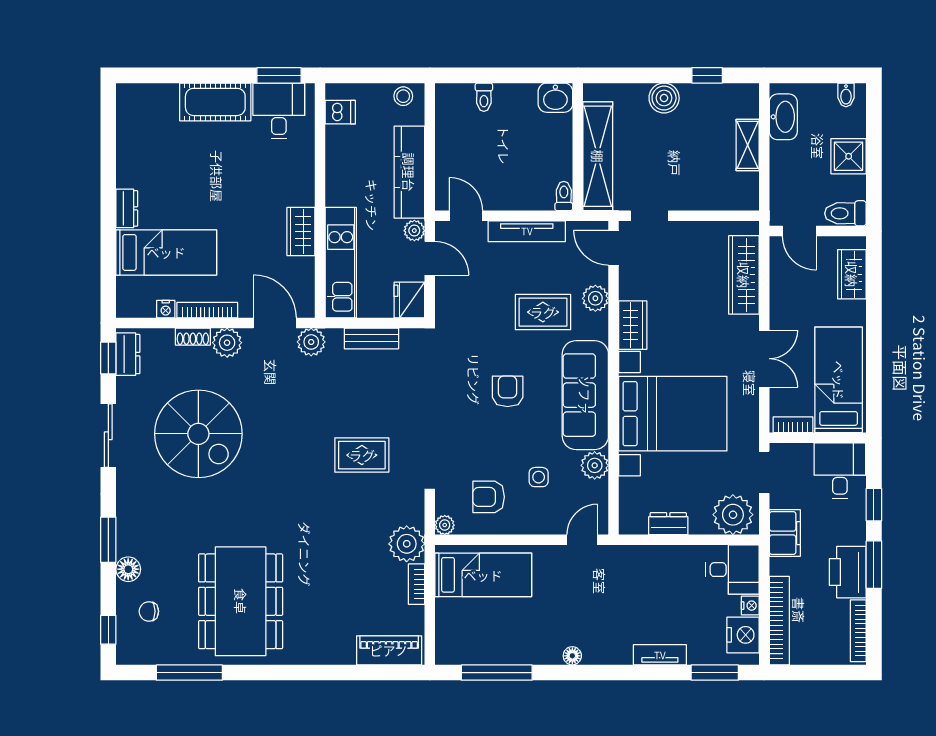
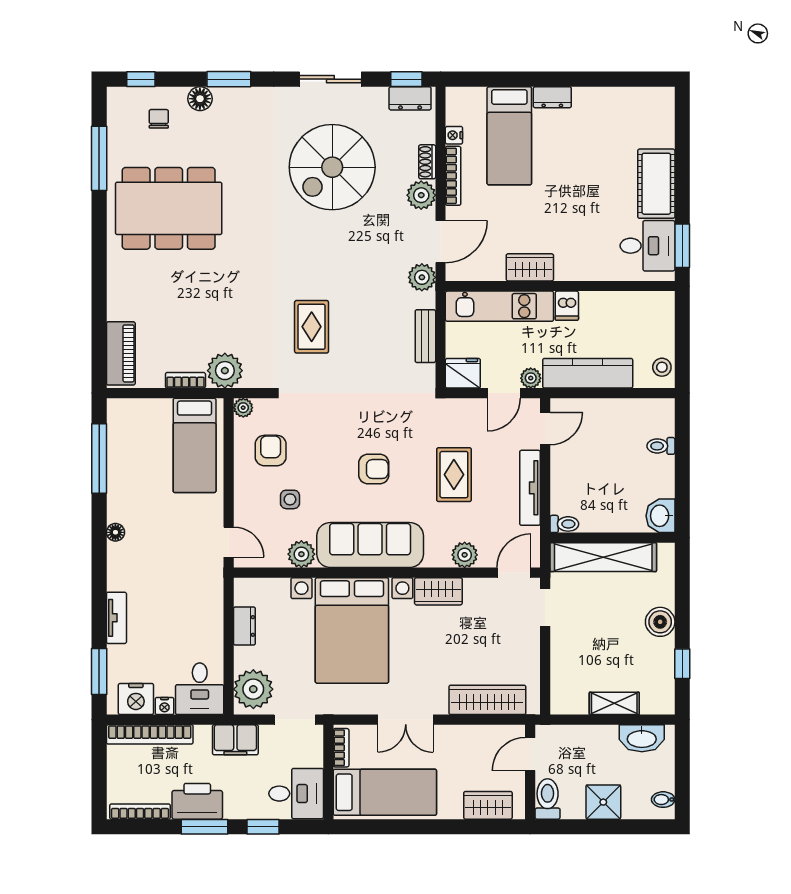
dishwasher: (340, 112) -> (567, 306), moved
rug: (543, 312) -> (454, 475), moved

